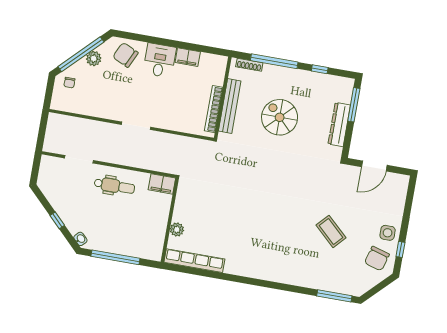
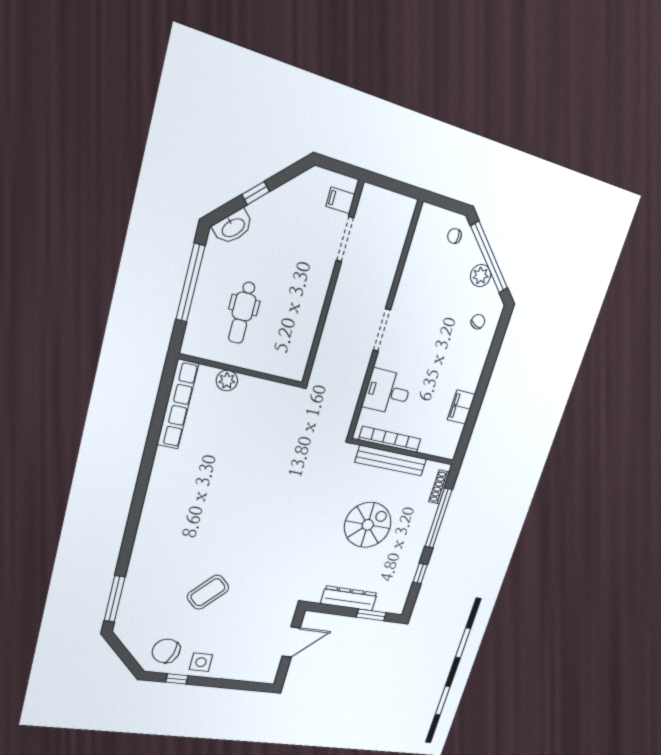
chair: (125, 55) -> (478, 322), width x0.54, depth x0.54
desk: (160, 60) -> (387, 392), moved, turned 180
window: (354, 105) -> (371, 615), width x0.69
door: (374, 166) -> (291, 642), swing flipped
filing cabinet: (162, 184) -> (340, 200), moved, width x0.50
dental chair: (114, 186) -> (242, 313), moved
washbasin: (80, 239) -> (233, 227), width x1.91, depth x1.45

